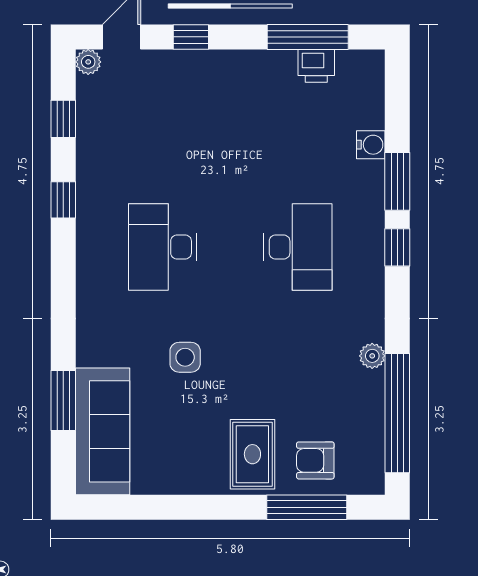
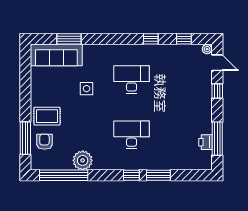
water cooler: (371, 145) -> (173, 164), removed
desk: (298, 247) -> (132, 135), turned 180
plant: (372, 356) -> (83, 160), width x1.87, depth x1.87

